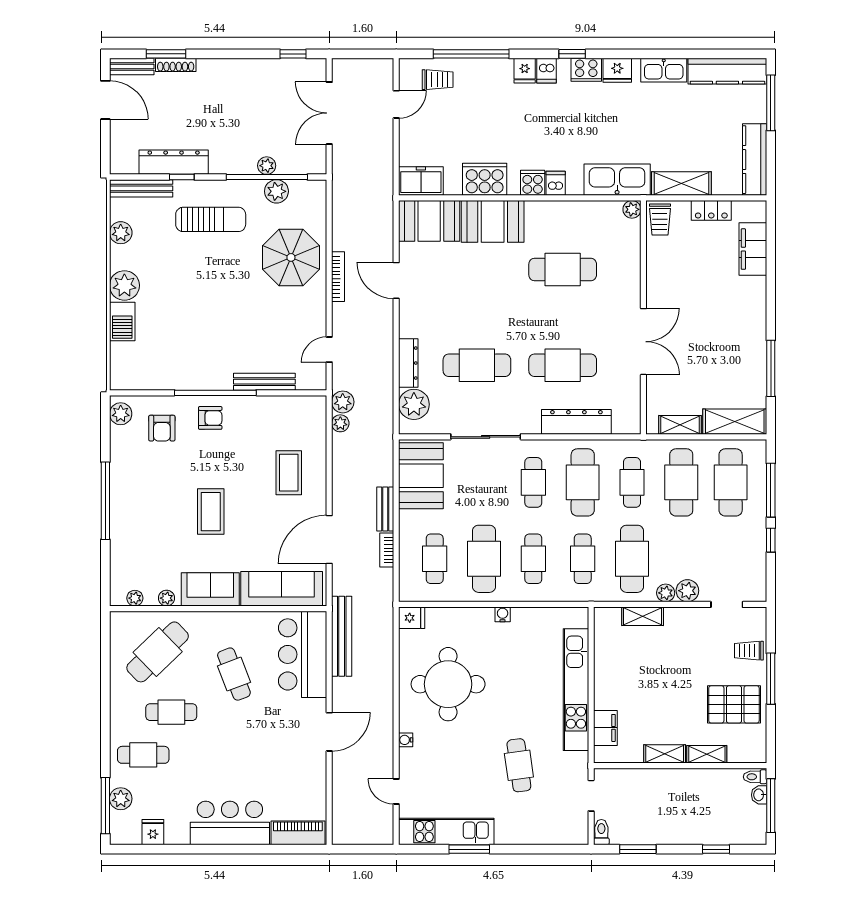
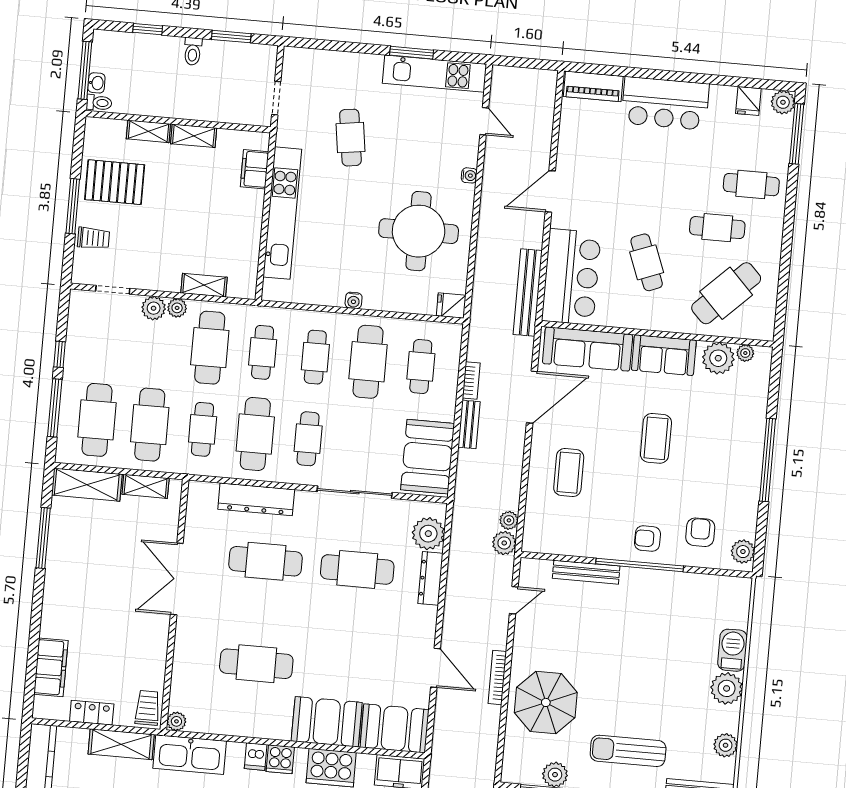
plant: (167, 598) -> (718, 358), width x1.88, depth x1.88
plant: (121, 799) -> (783, 102), moved
toilet: (601, 832) -> (193, 51), moved

